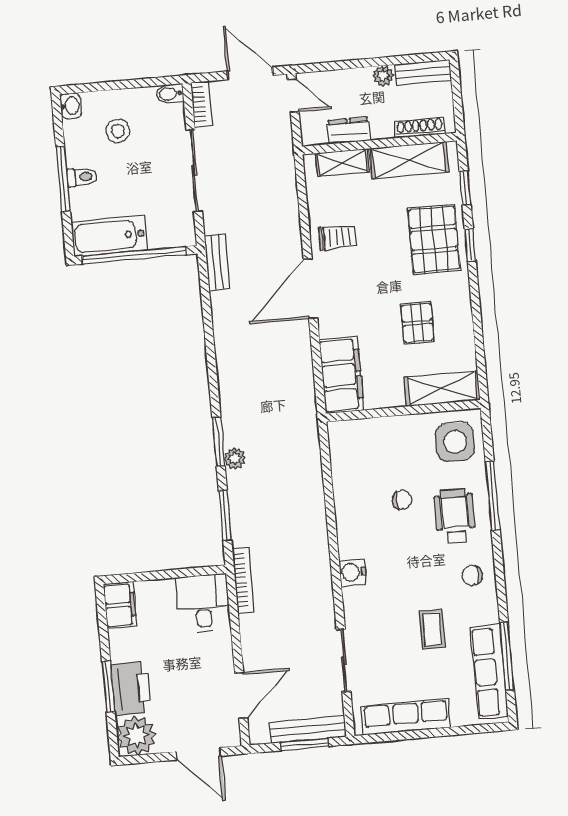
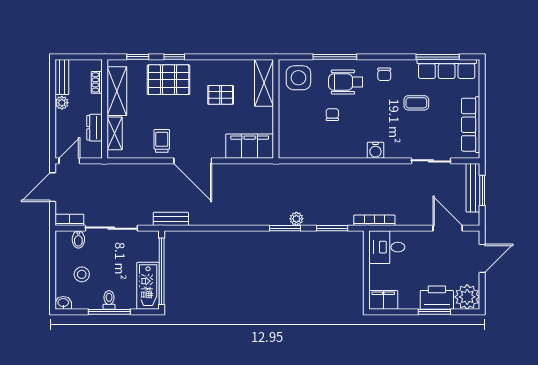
bidet: (170, 94) -> (78, 239), moved
shoe rack: (420, 128) -> (97, 82), width x0.70

